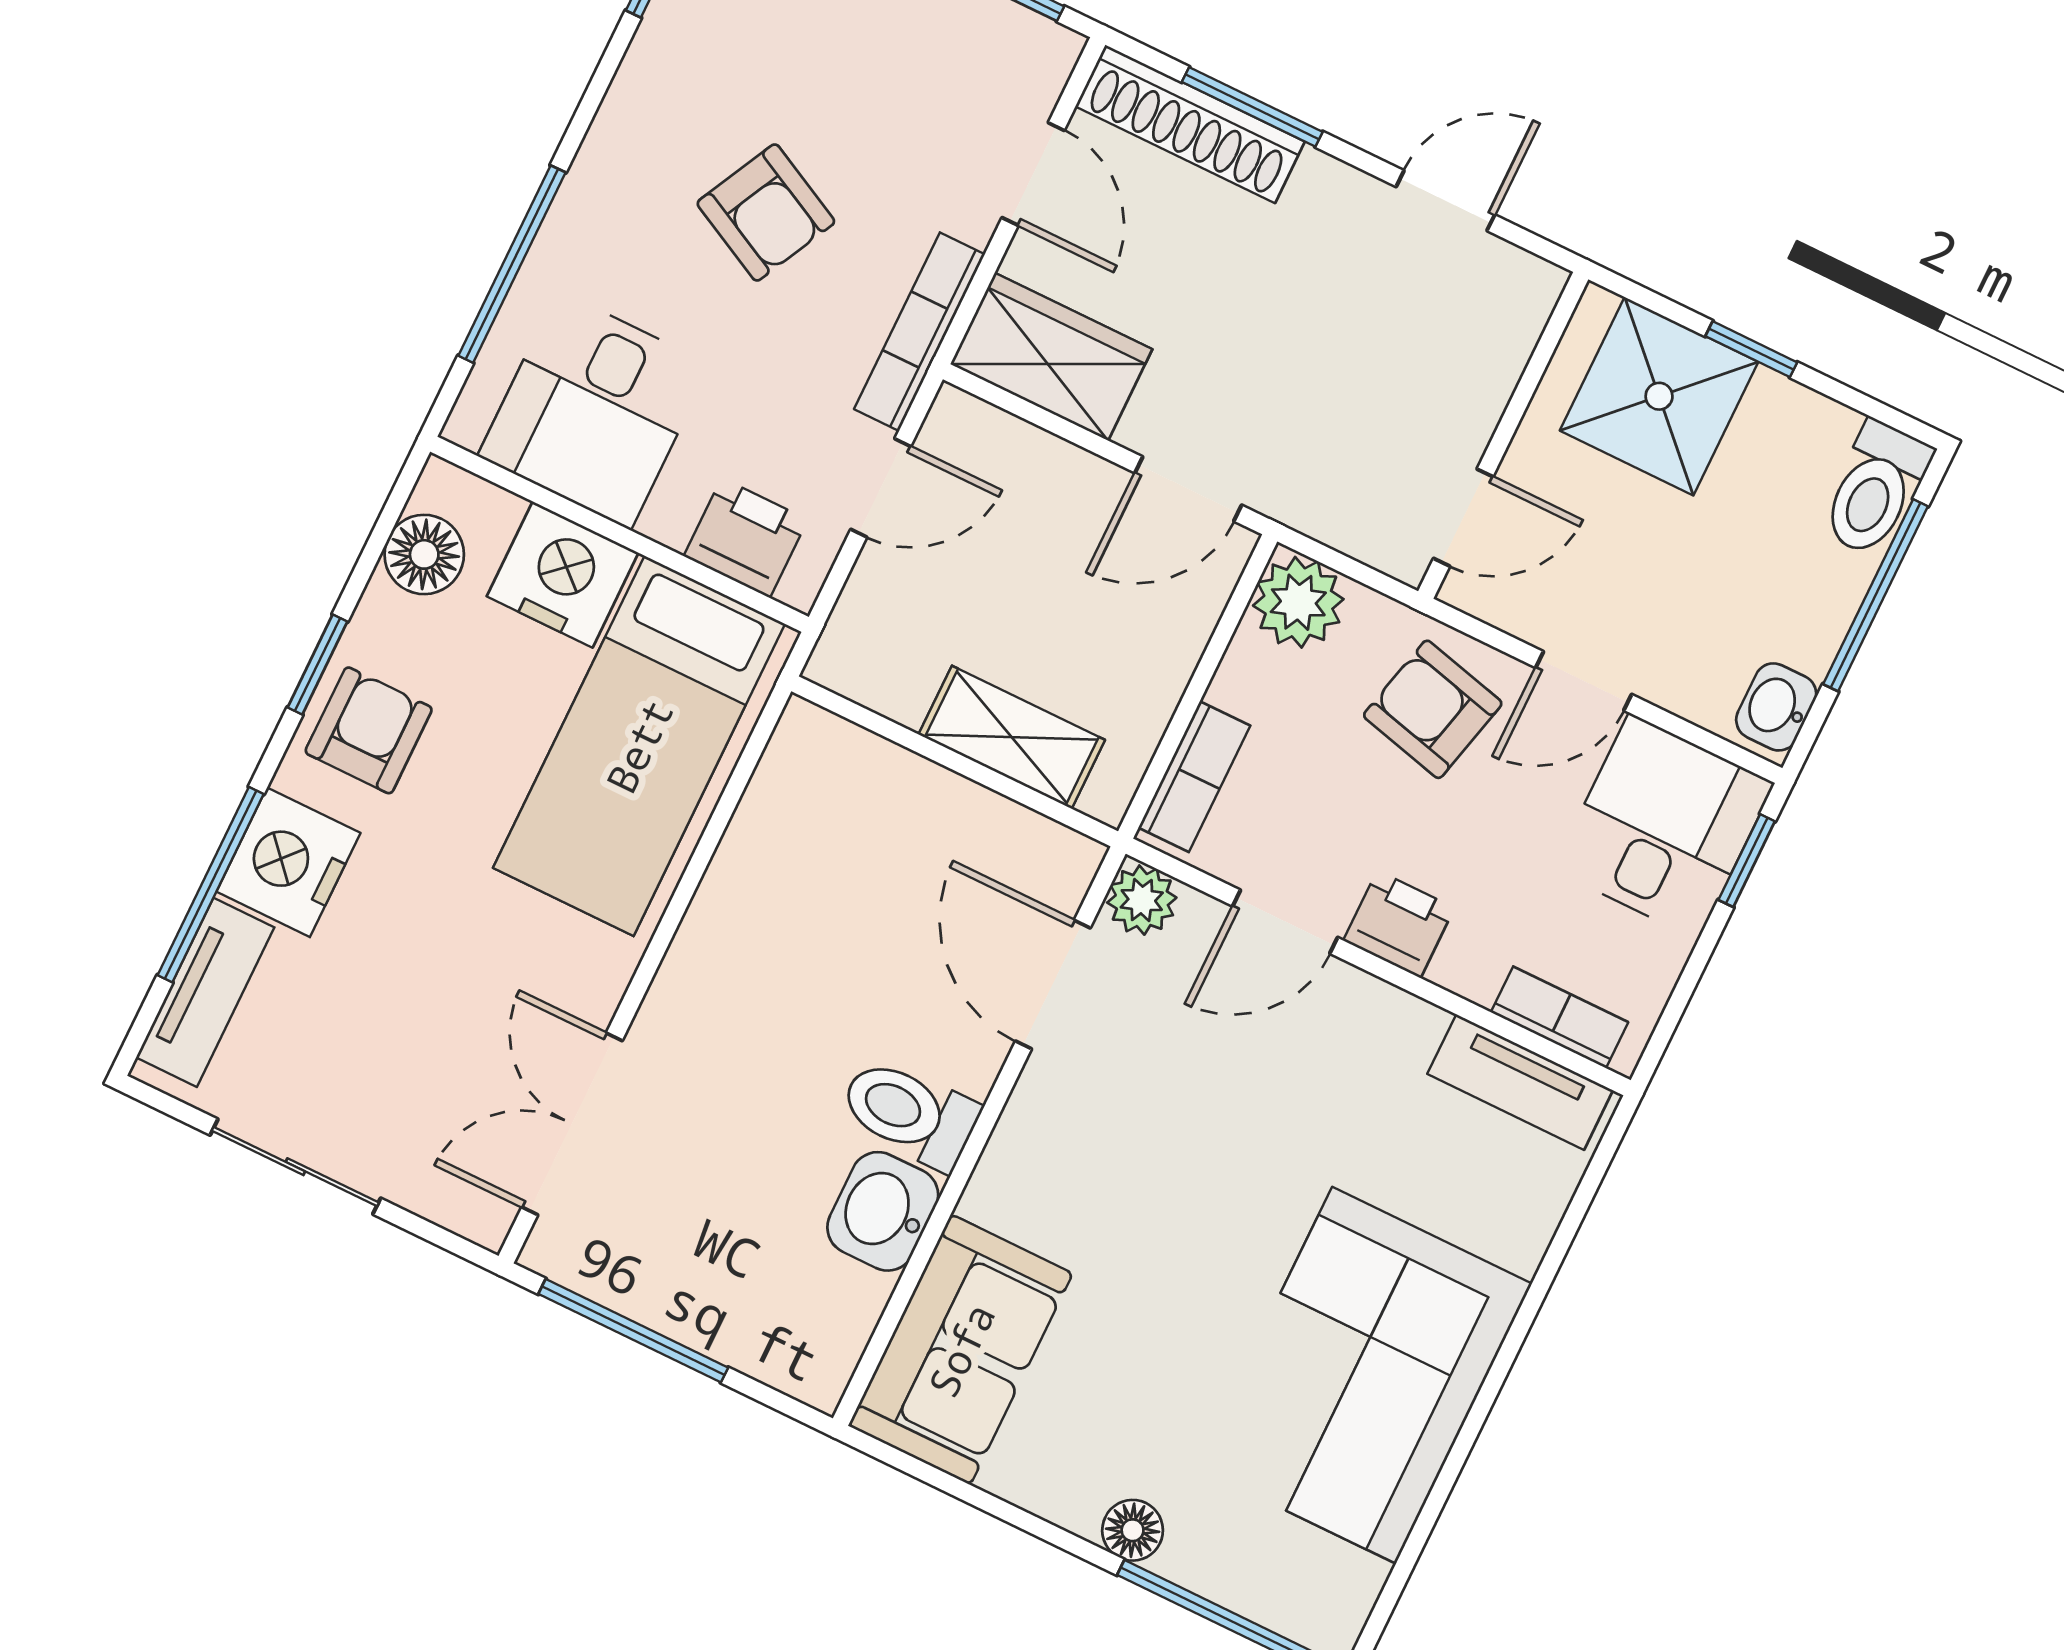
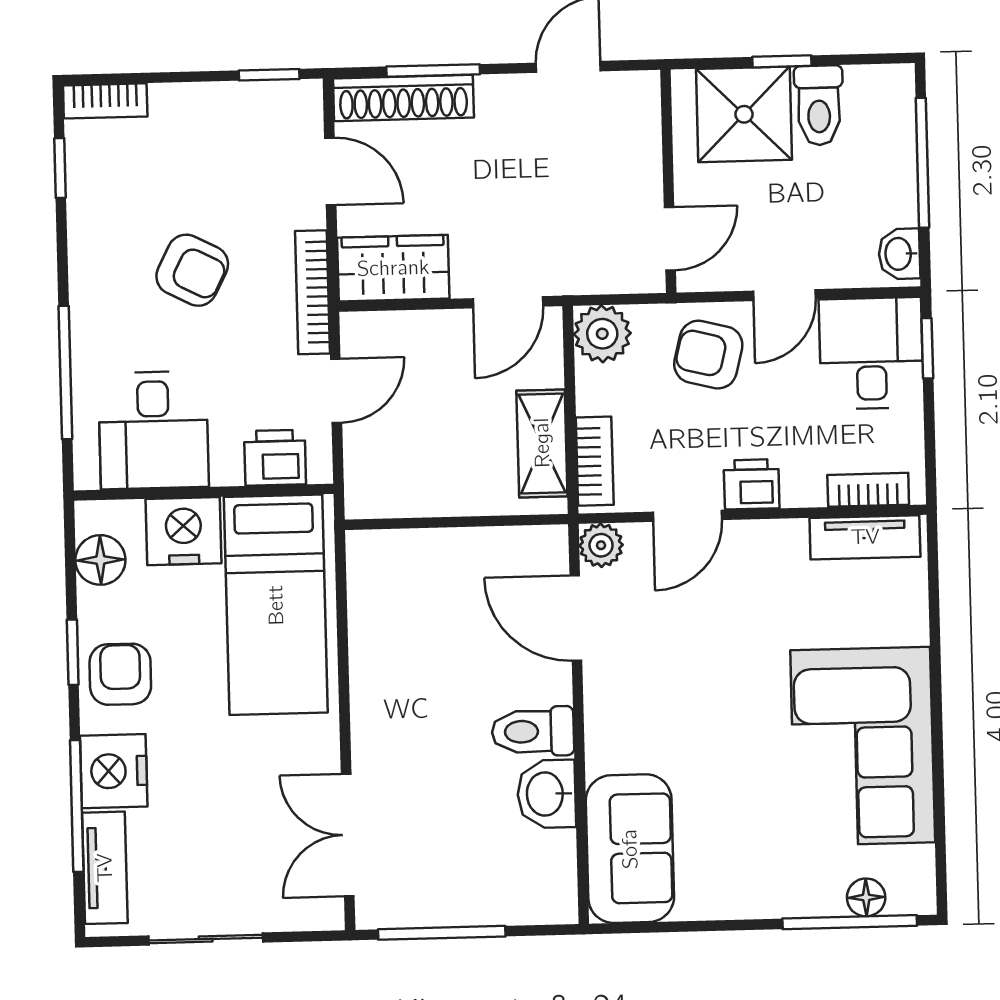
toilet: (1875, 489) -> (819, 105), moved
shelving: (1012, 737) -> (542, 443), moved, turned 90
floor lamp: (1133, 1530) -> (866, 897), moved

